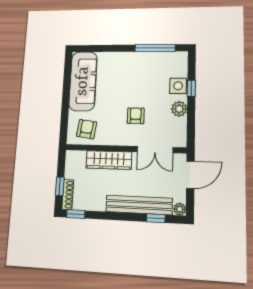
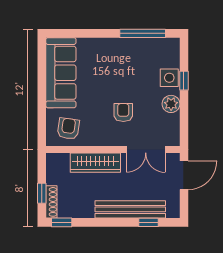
plant: (180, 209) -> (173, 212), removed

